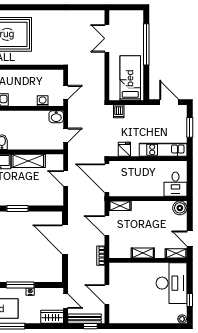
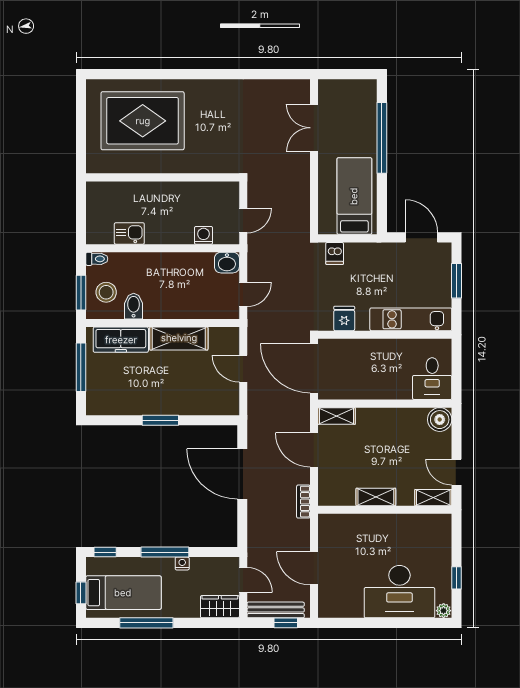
desk: (172, 283) -> (399, 592), moved, turned 90

